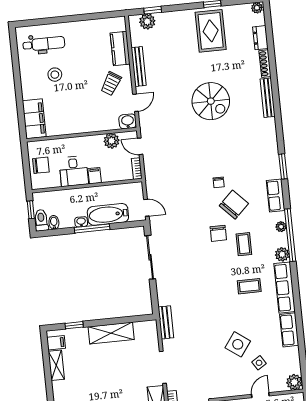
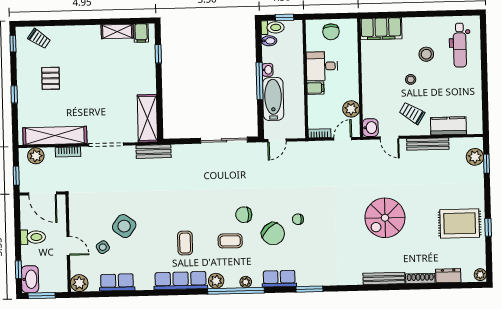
stool: (80, 87) -> (411, 79), added
row of seats: (289, 330) -> (117, 282), moved
shelving: (111, 333) -> (147, 118), moved

